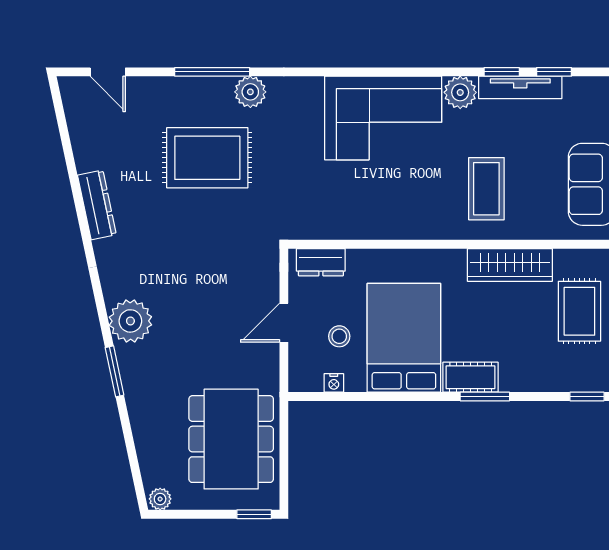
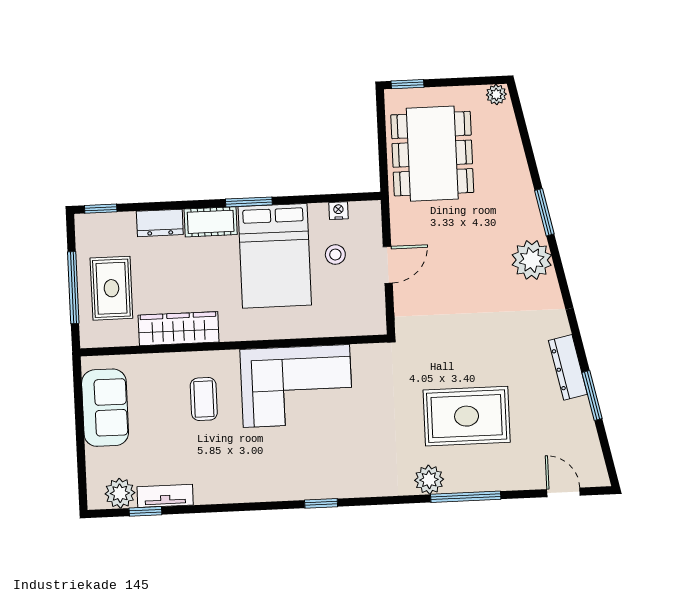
window: (502, 72) -> (321, 503), moved
tv unit: (520, 87) -> (165, 496), width x0.71
plant: (460, 92) -> (120, 493), moved
corner sofa: (383, 118) -> (296, 386), moved, turned 180
window: (73, 174) -> (592, 396), added
coffee table: (486, 189) -> (204, 399), width x0.73, depth x0.77
dresser: (321, 262) -> (160, 223), moved, turned 180
window: (485, 397) -> (249, 202), moved

